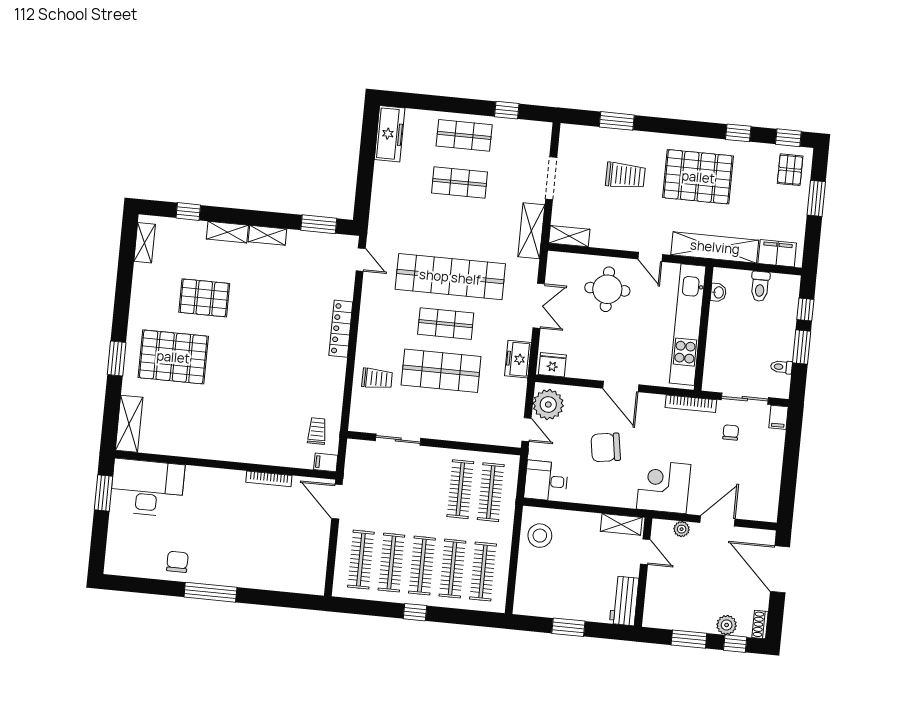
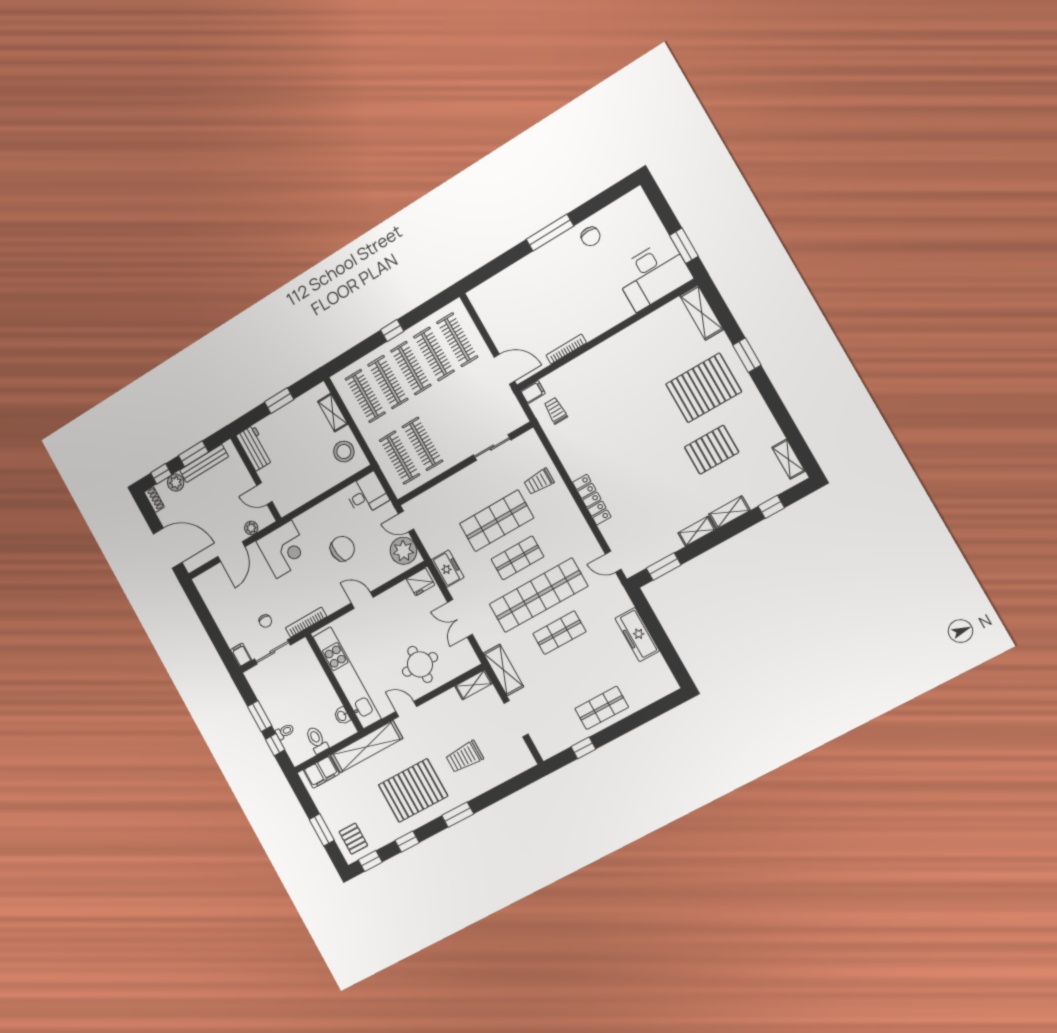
window: (617, 121) -> (458, 815), moved
freezer: (390, 134) -> (637, 635), moved
shop shelf: (460, 182) -> (559, 633), moved
toilet: (781, 367) -> (285, 732), moved
door: (621, 386) -> (362, 600), width x0.73
trolley: (317, 431) -> (556, 411), turned 180
shelving: (621, 524) -> (333, 413), moved, turned 90
bench: (685, 622) -> (204, 463), added

